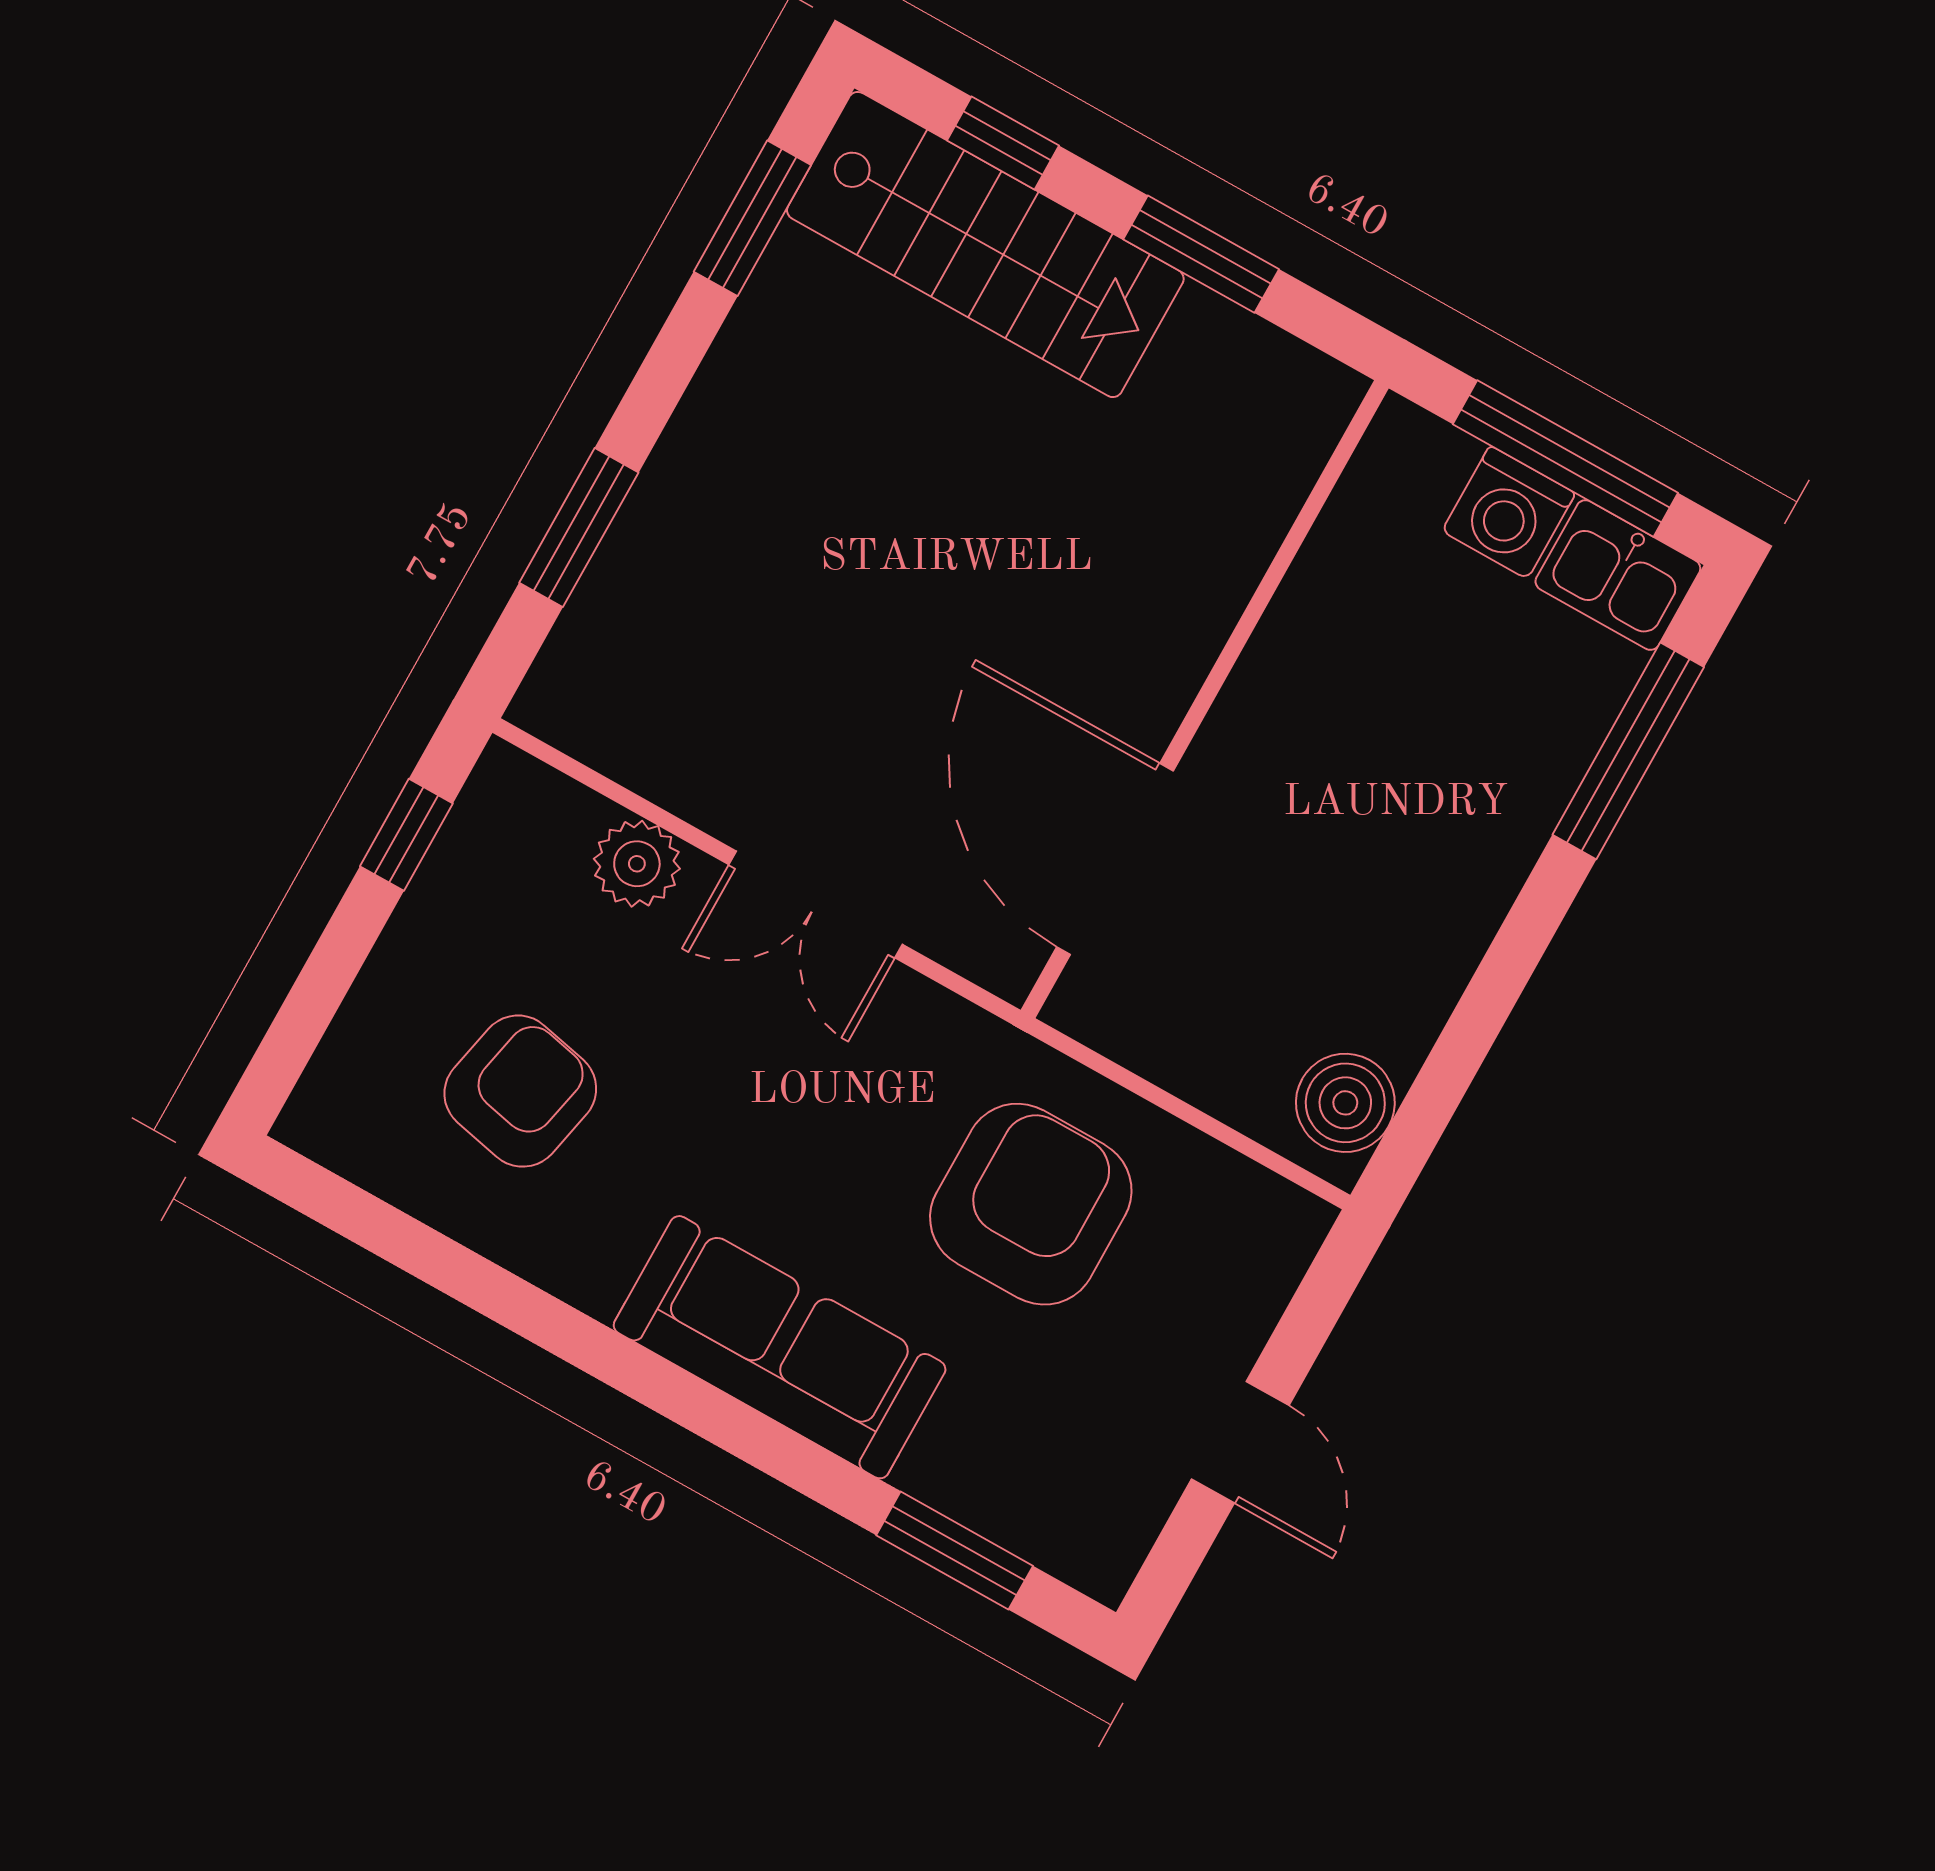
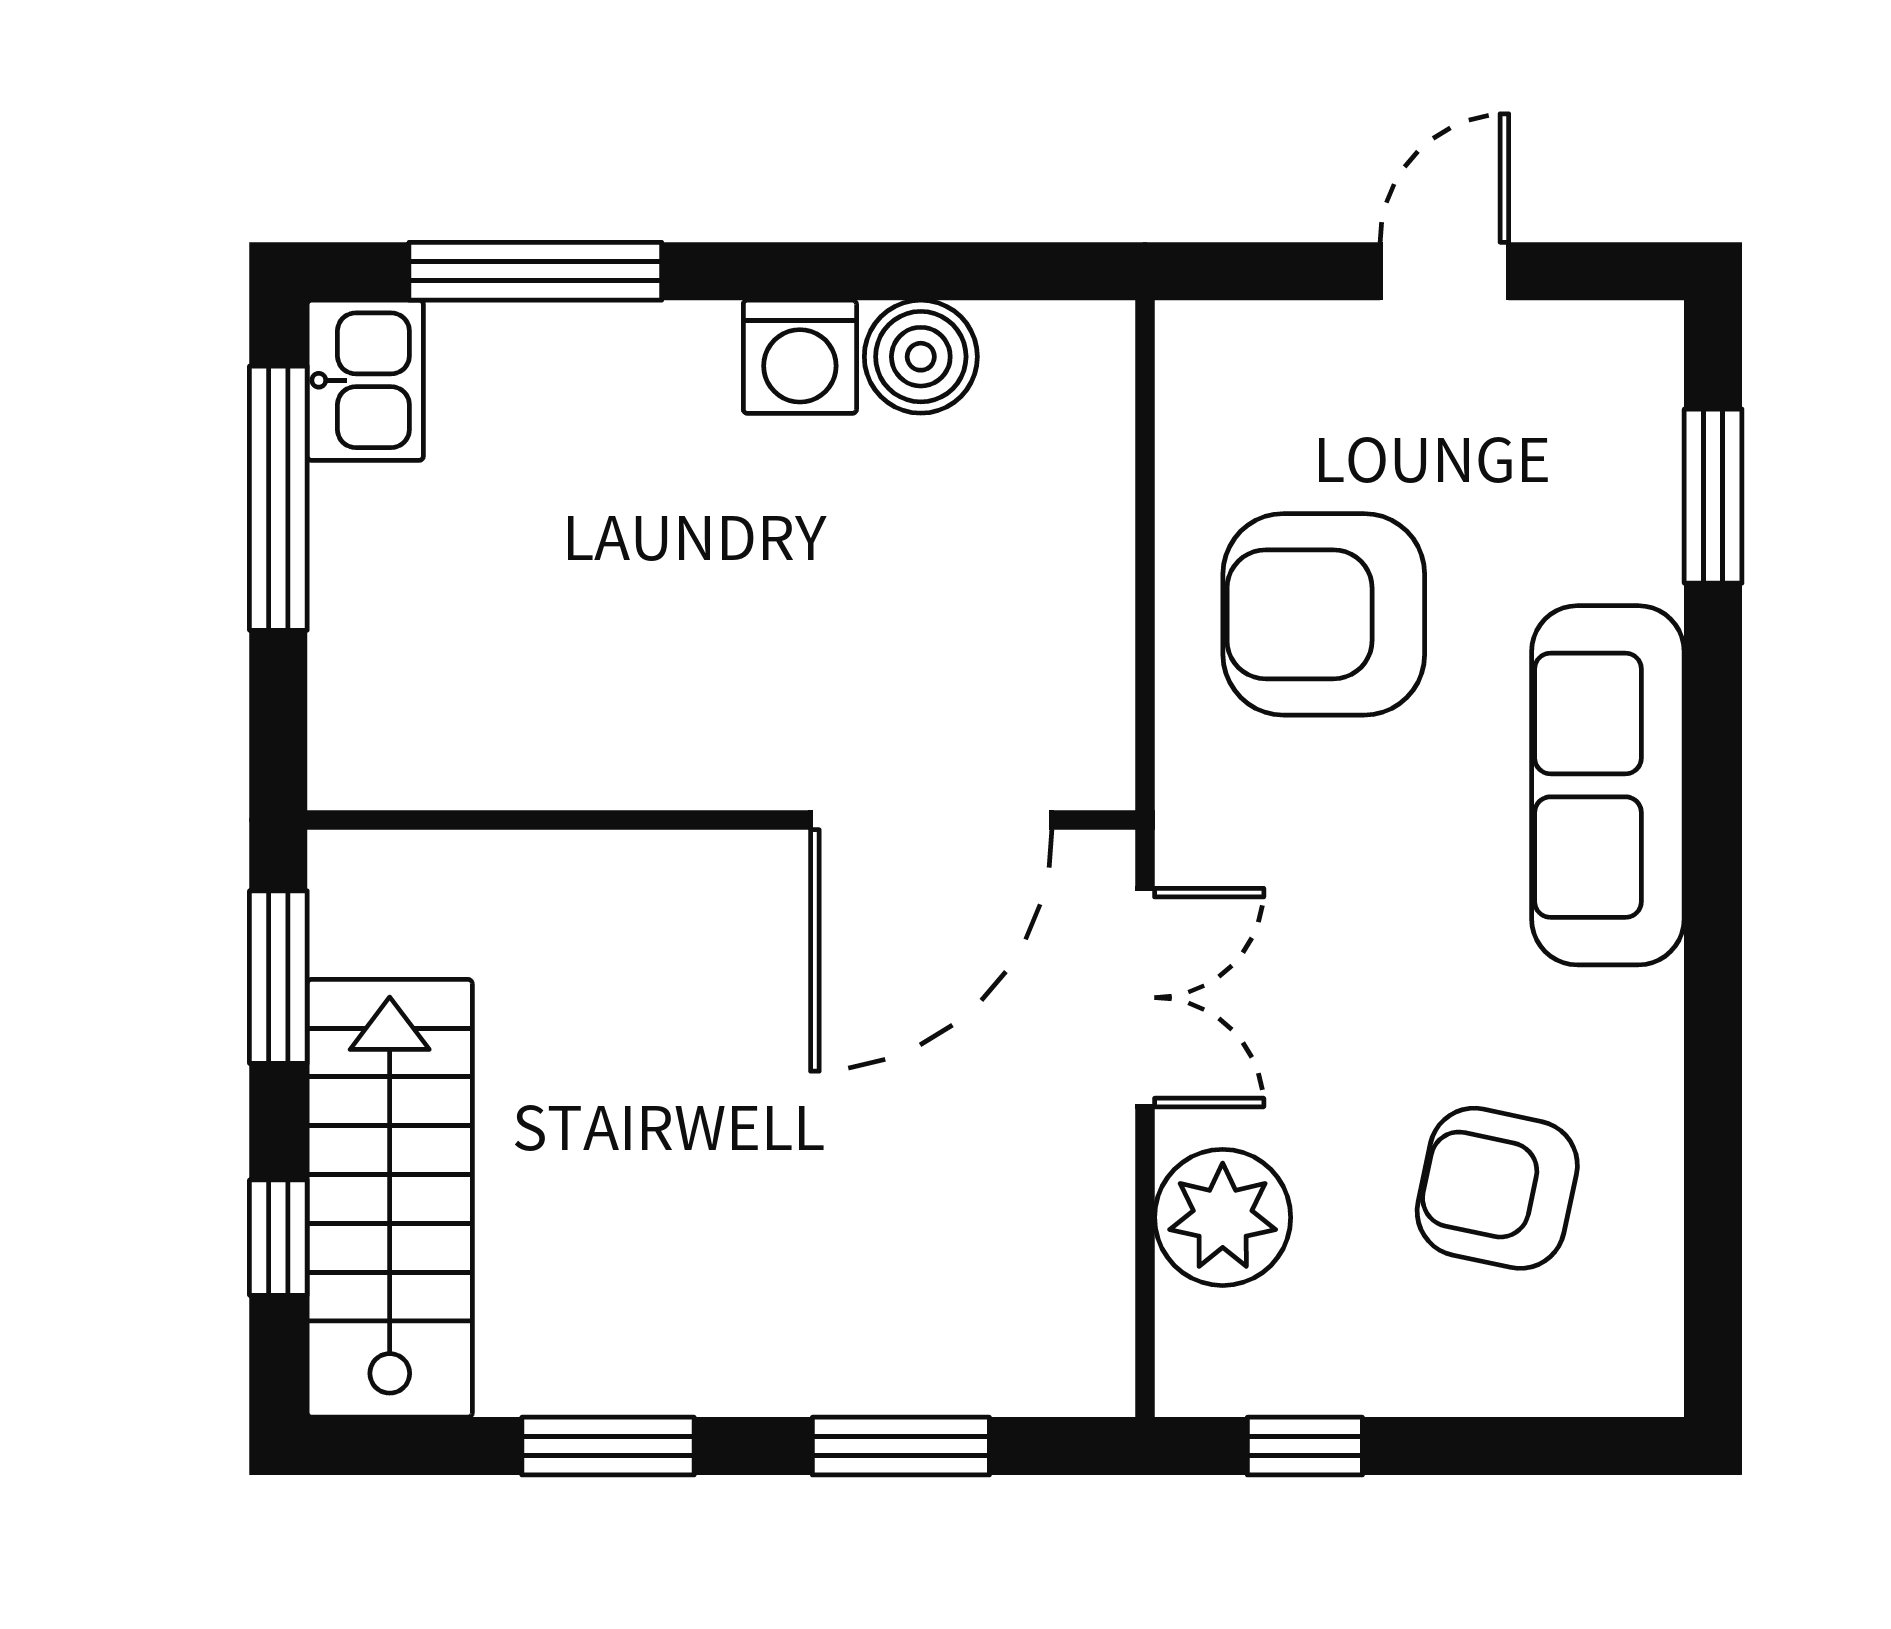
window: (752, 218) -> (608, 1446), moved
washing machine: (1509, 512) -> (800, 357), moved, turned 90
wall: (1205, 699) -> (721, 820), moved
door: (1115, 859) -> (931, 820), moved
plant: (637, 864) -> (1223, 1217), width x1.36, depth x1.36
boiler: (1345, 1103) -> (921, 357), moved

